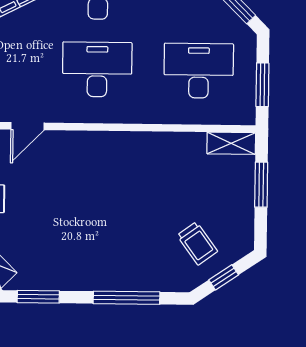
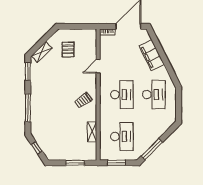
door: (27, 126) -> (98, 66), hinge flipped
shelving: (231, 143) -> (92, 132), moved
trolley: (197, 243) -> (83, 100), moved

